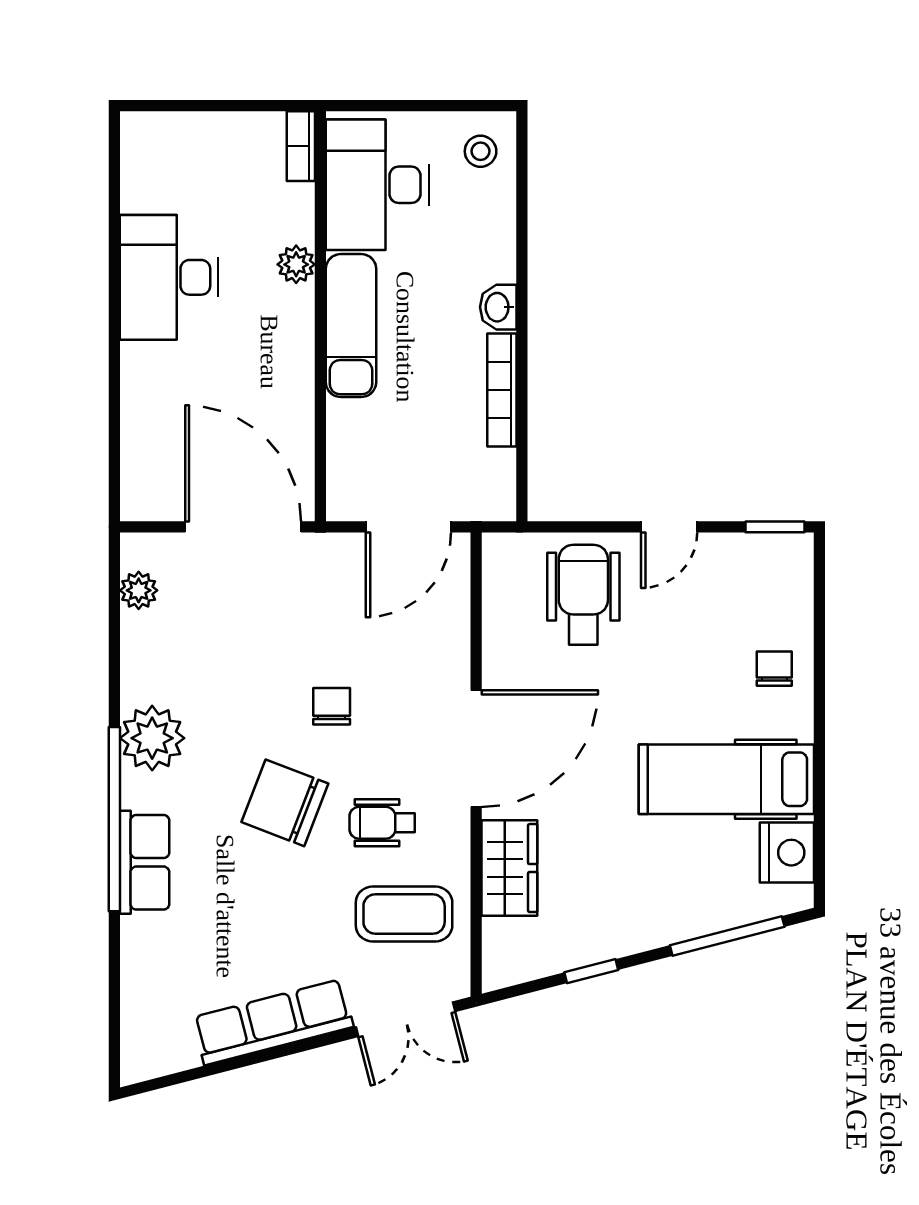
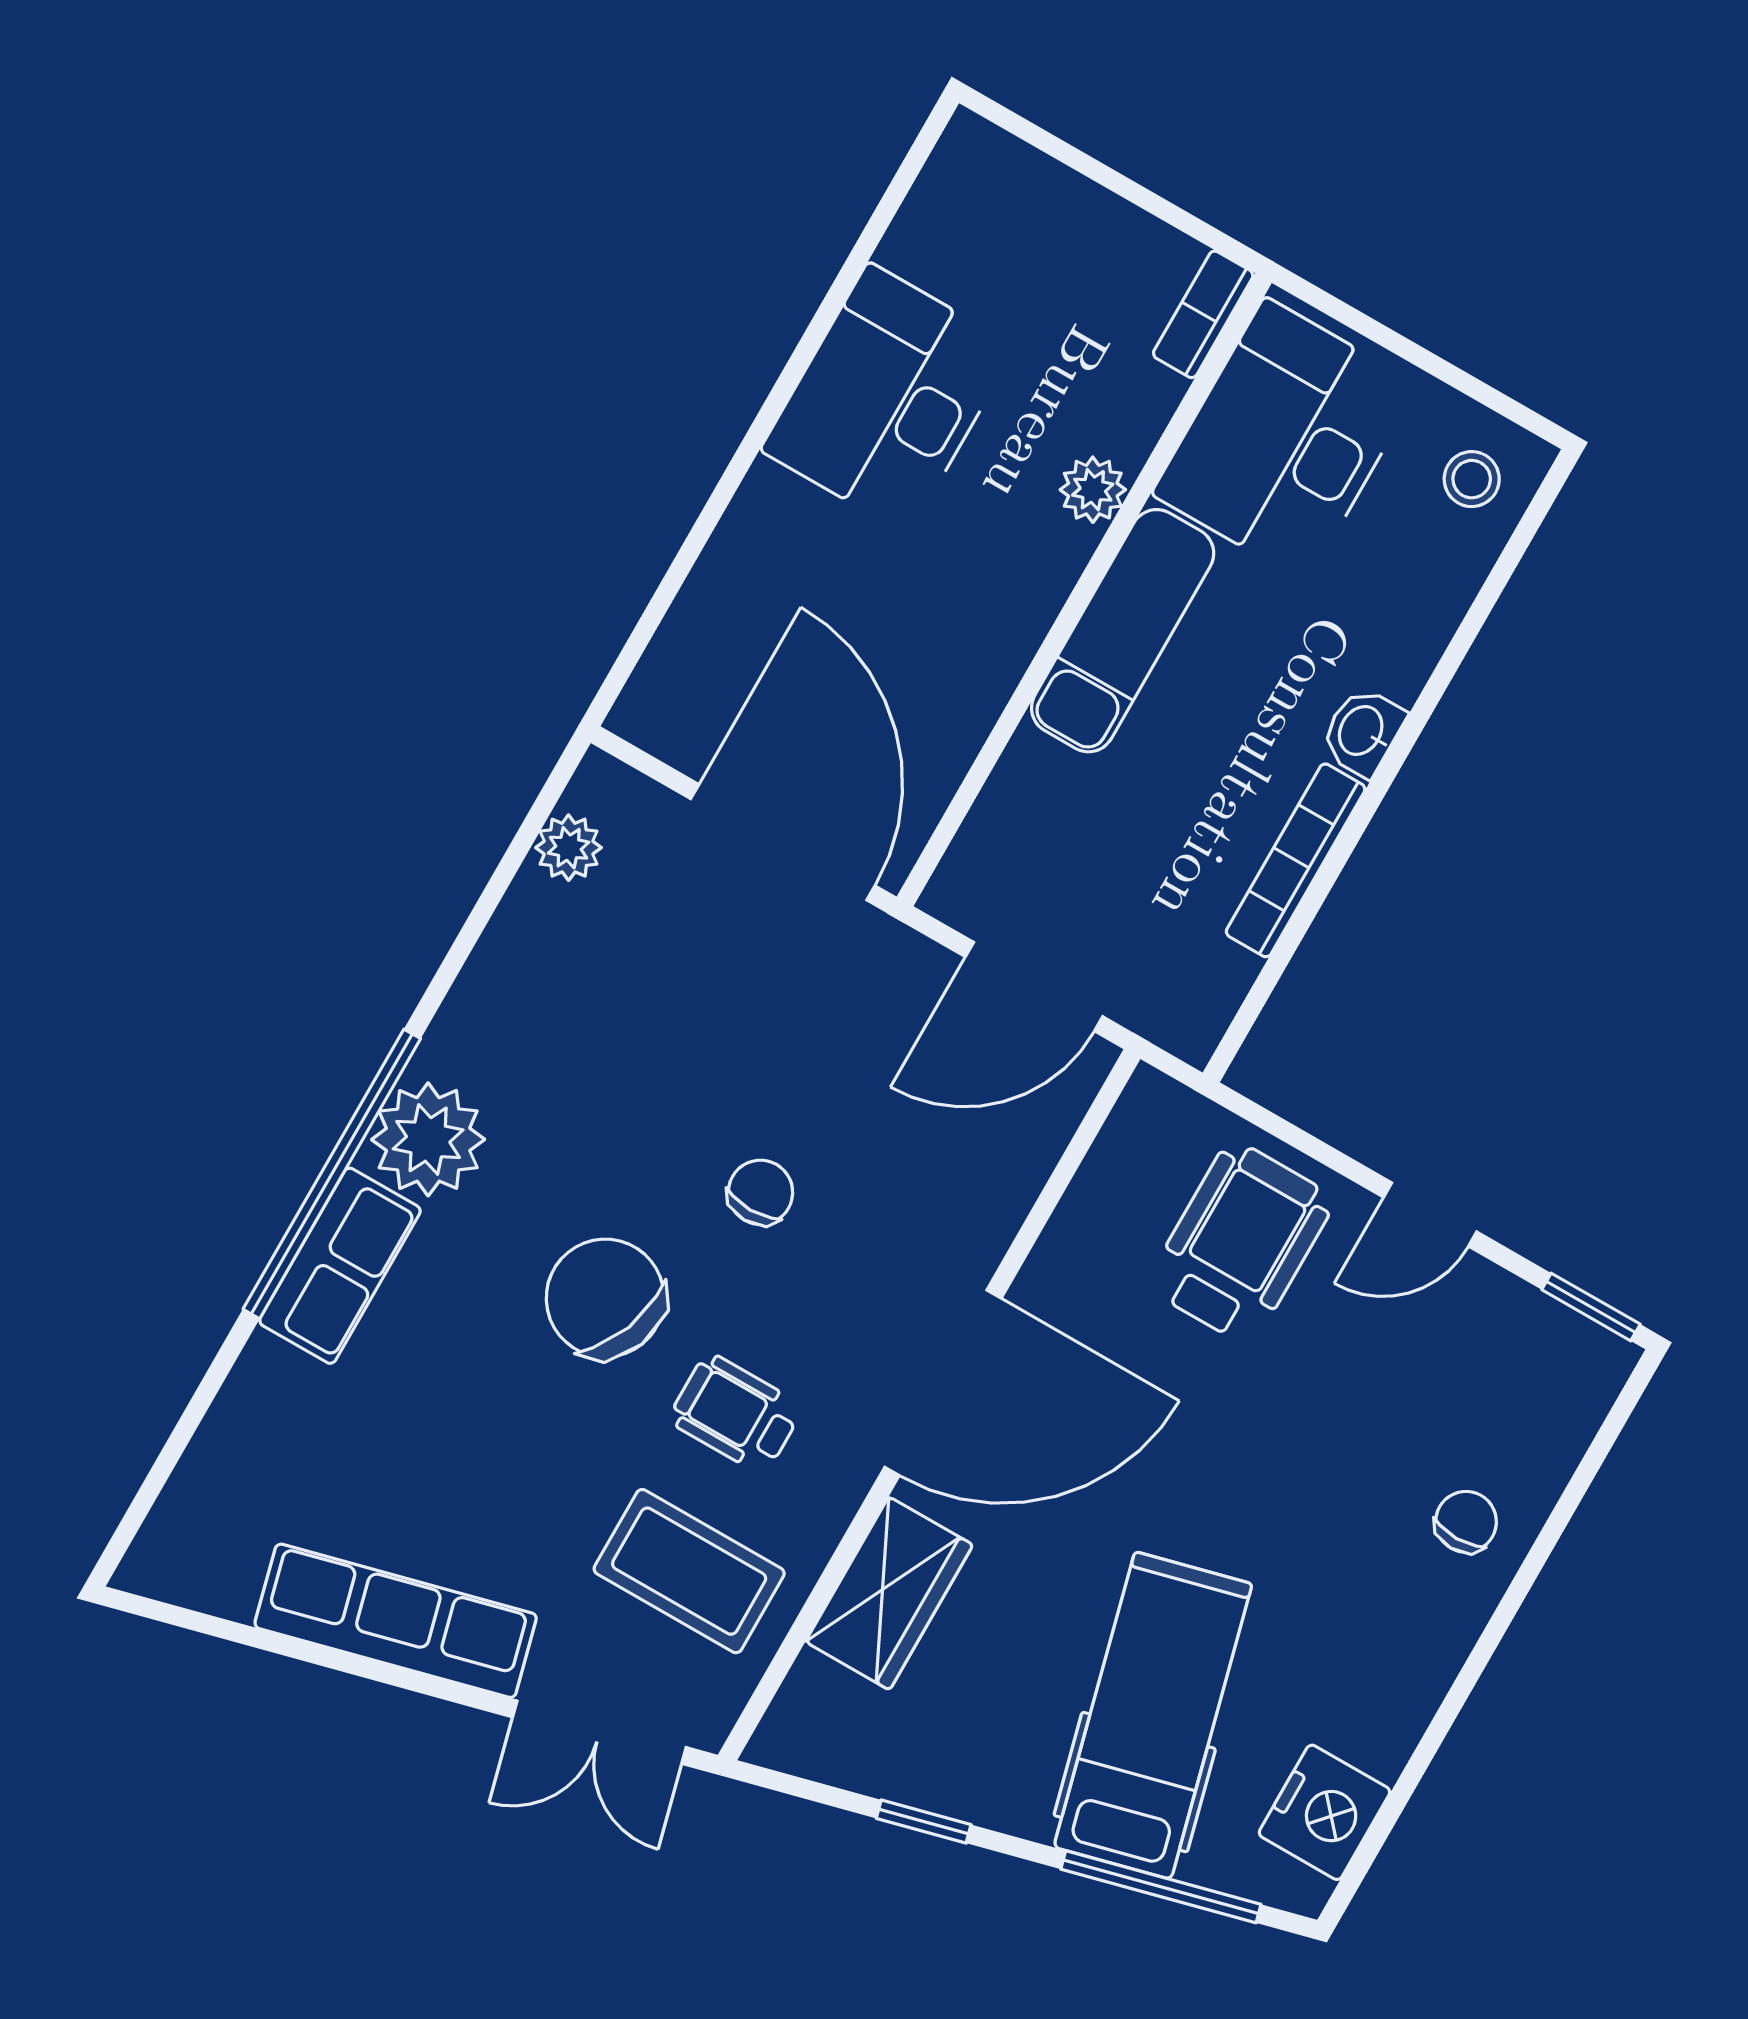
plant: (152, 738) -> (428, 1139), moved
hospital bed: (726, 779) -> (1153, 1715), moved, turned 75

